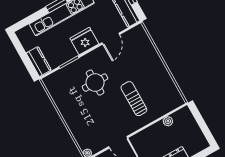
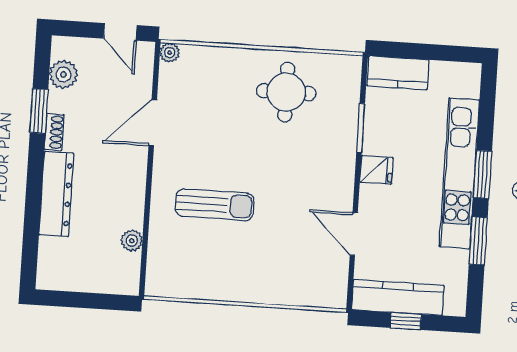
fridge: (84, 41) -> (376, 170), width x0.53, depth x0.75
round table: (95, 83) -> (286, 92), moved

